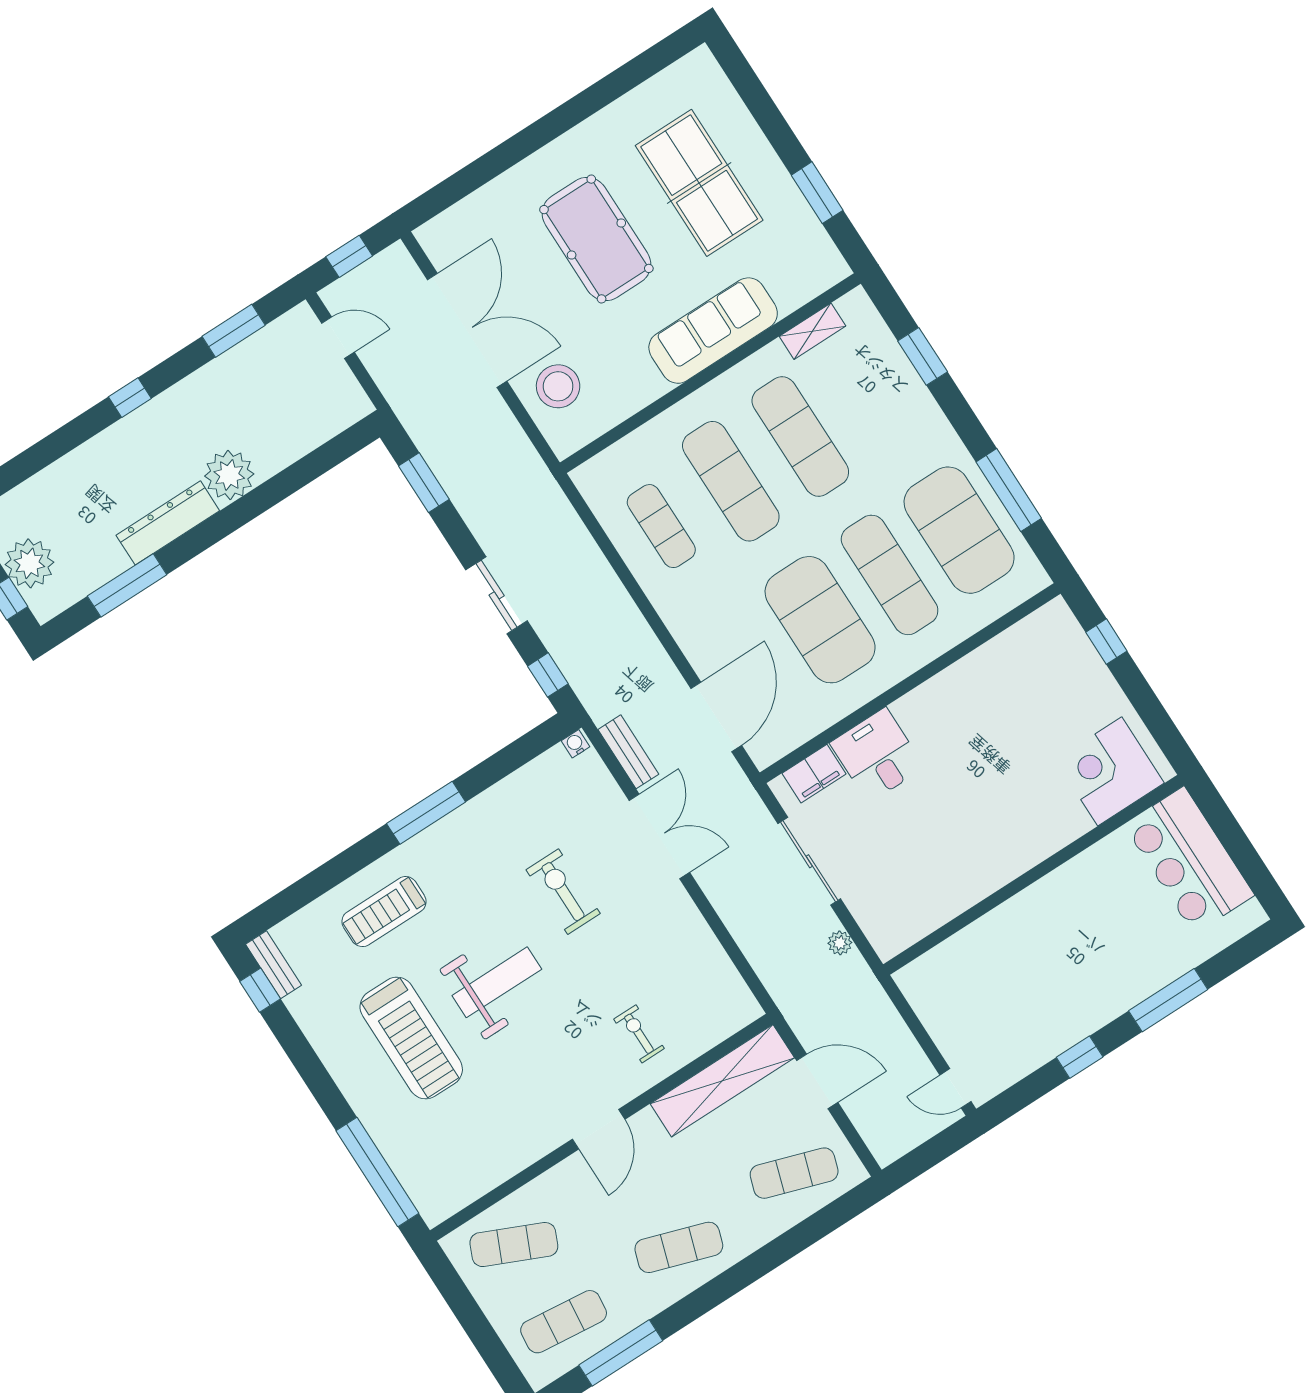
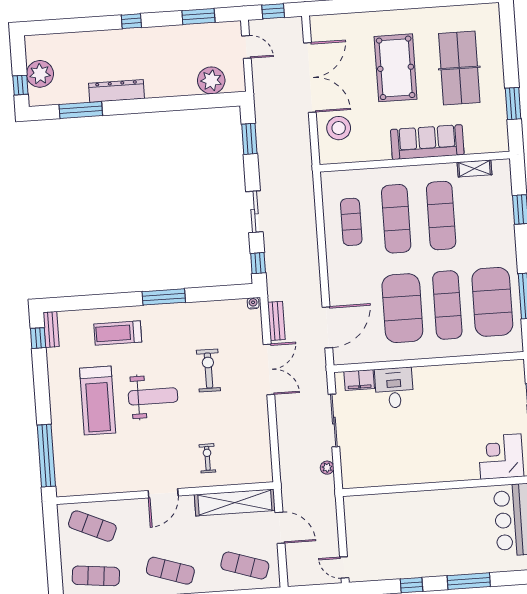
plant: (229, 475) -> (211, 80), moved

